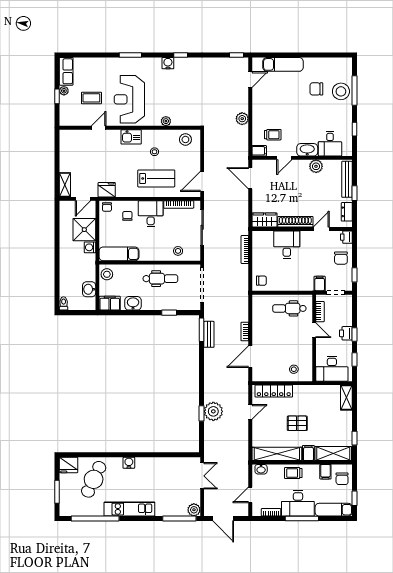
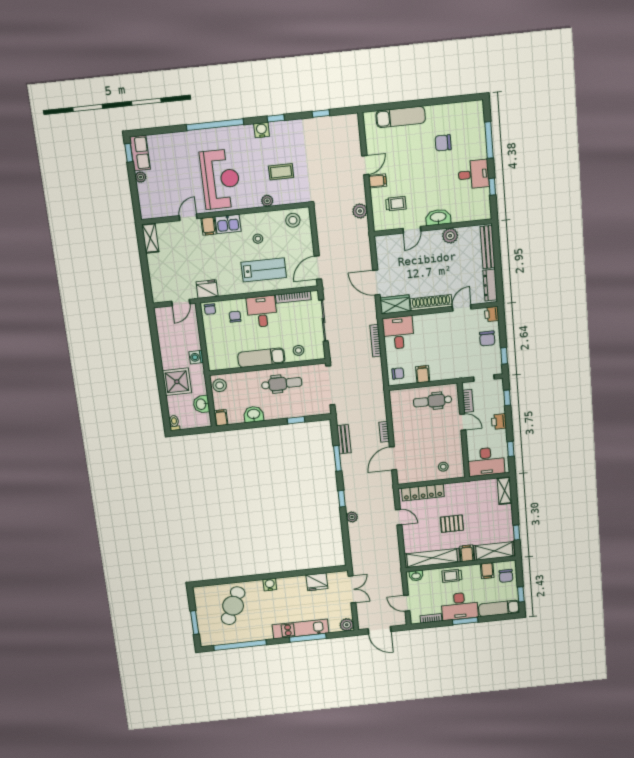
window: (130, 55) -> (215, 125), width x2.11
window: (236, 55) -> (321, 114), moved
door: (250, 79) -> (365, 165), moved
stool: (341, 91) -> (473, 143), removed
window: (57, 96) -> (129, 153), moved
coffee table: (91, 98) -> (281, 172), moved
reception desk: (129, 99) -> (220, 179), turned 180
plant: (242, 119) -> (360, 211), moved
filing cabinet: (115, 137) -> (208, 226), added
desk: (330, 144) -> (474, 174), moved, turned -90
filing cabinet: (259, 151) -> (377, 181), moved
door: (250, 178) -> (376, 283), moved
shelving: (65, 185) -> (150, 238), moved
window: (354, 193) -> (498, 262), removed
dresser: (347, 212) -> (490, 285), width x1.44
shower: (84, 230) -> (177, 382), moved
desk: (287, 245) -> (398, 333), moved
exam couch: (119, 254) -> (261, 358), moved
filing cabinet: (320, 284) -> (423, 374), moved
filing cabinet: (110, 303) -> (221, 418), width x0.50
window: (202, 330) -> (337, 458), moved
window: (354, 335) -> (507, 398), moved
plant: (213, 411) -> (352, 517), width x0.53, depth x0.53
door: (250, 412) -> (399, 517), hinge flipped
window: (202, 413) -> (342, 499), moved
fridge: (68, 465) -> (317, 582), moved
door: (250, 495) -> (407, 603), hinge flipped
kitchen unit: (129, 509) -> (301, 629), moved
window: (179, 519) -> (308, 638), moved
window: (302, 519) -> (465, 621), width x0.69

